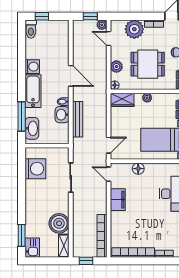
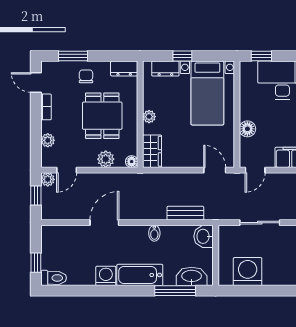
plant: (134, 29) -> (48, 140), width x0.53, depth x0.53
door: (71, 76) -> (104, 223), moved
washbasin: (62, 115) -> (204, 236), moved, turned 90
bench: (78, 119) -> (185, 213), width x0.73

